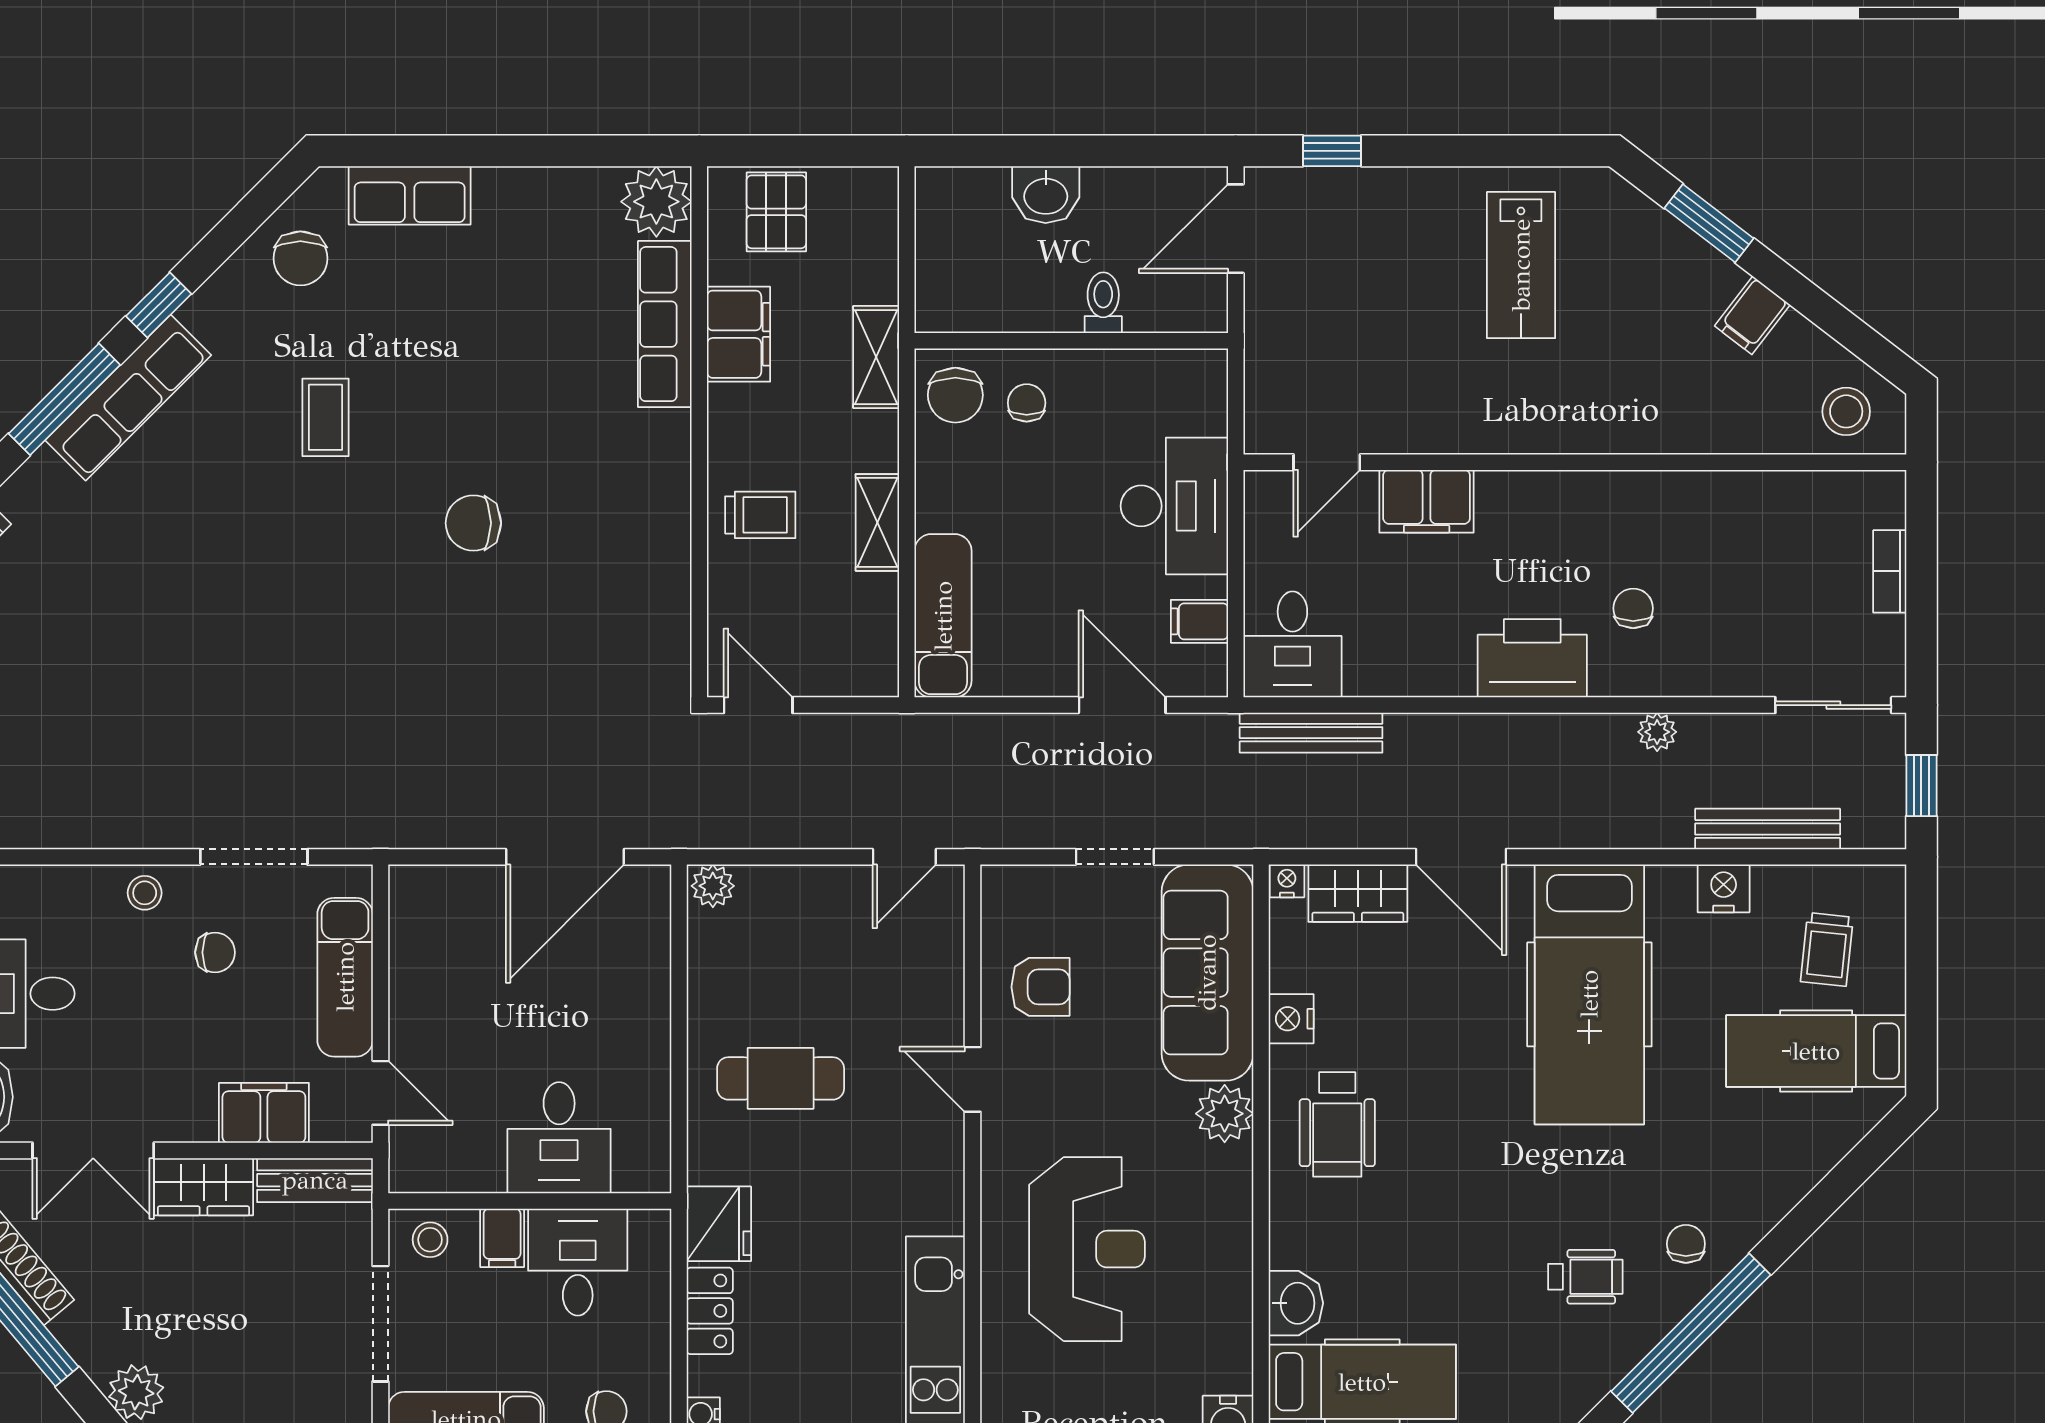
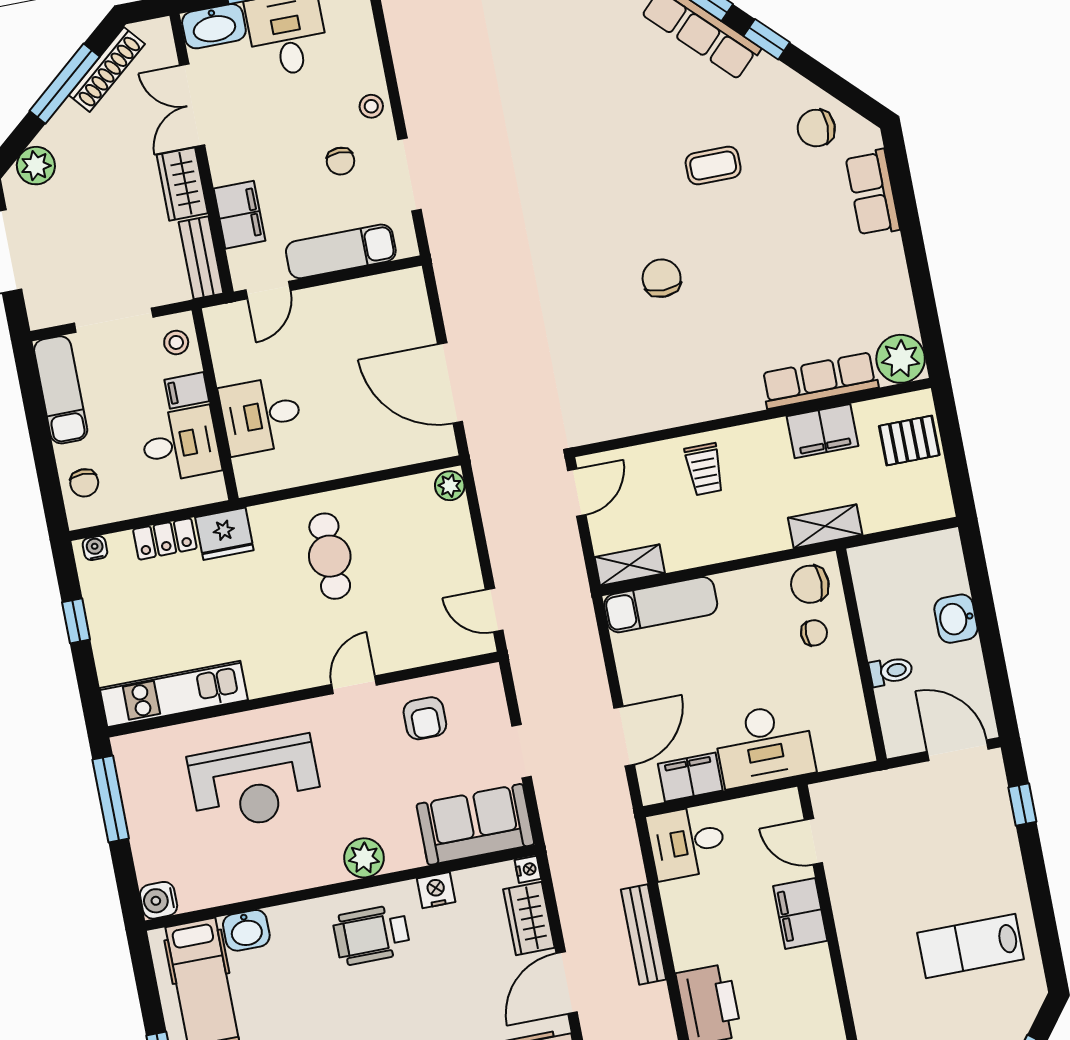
shelving: (877, 522) -> (630, 565), moved
filing cabinet: (1199, 621) -> (690, 777), width x2.00
bench: (1311, 733) -> (643, 934), moved
sofa: (1207, 973) -> (475, 824), width x0.73

